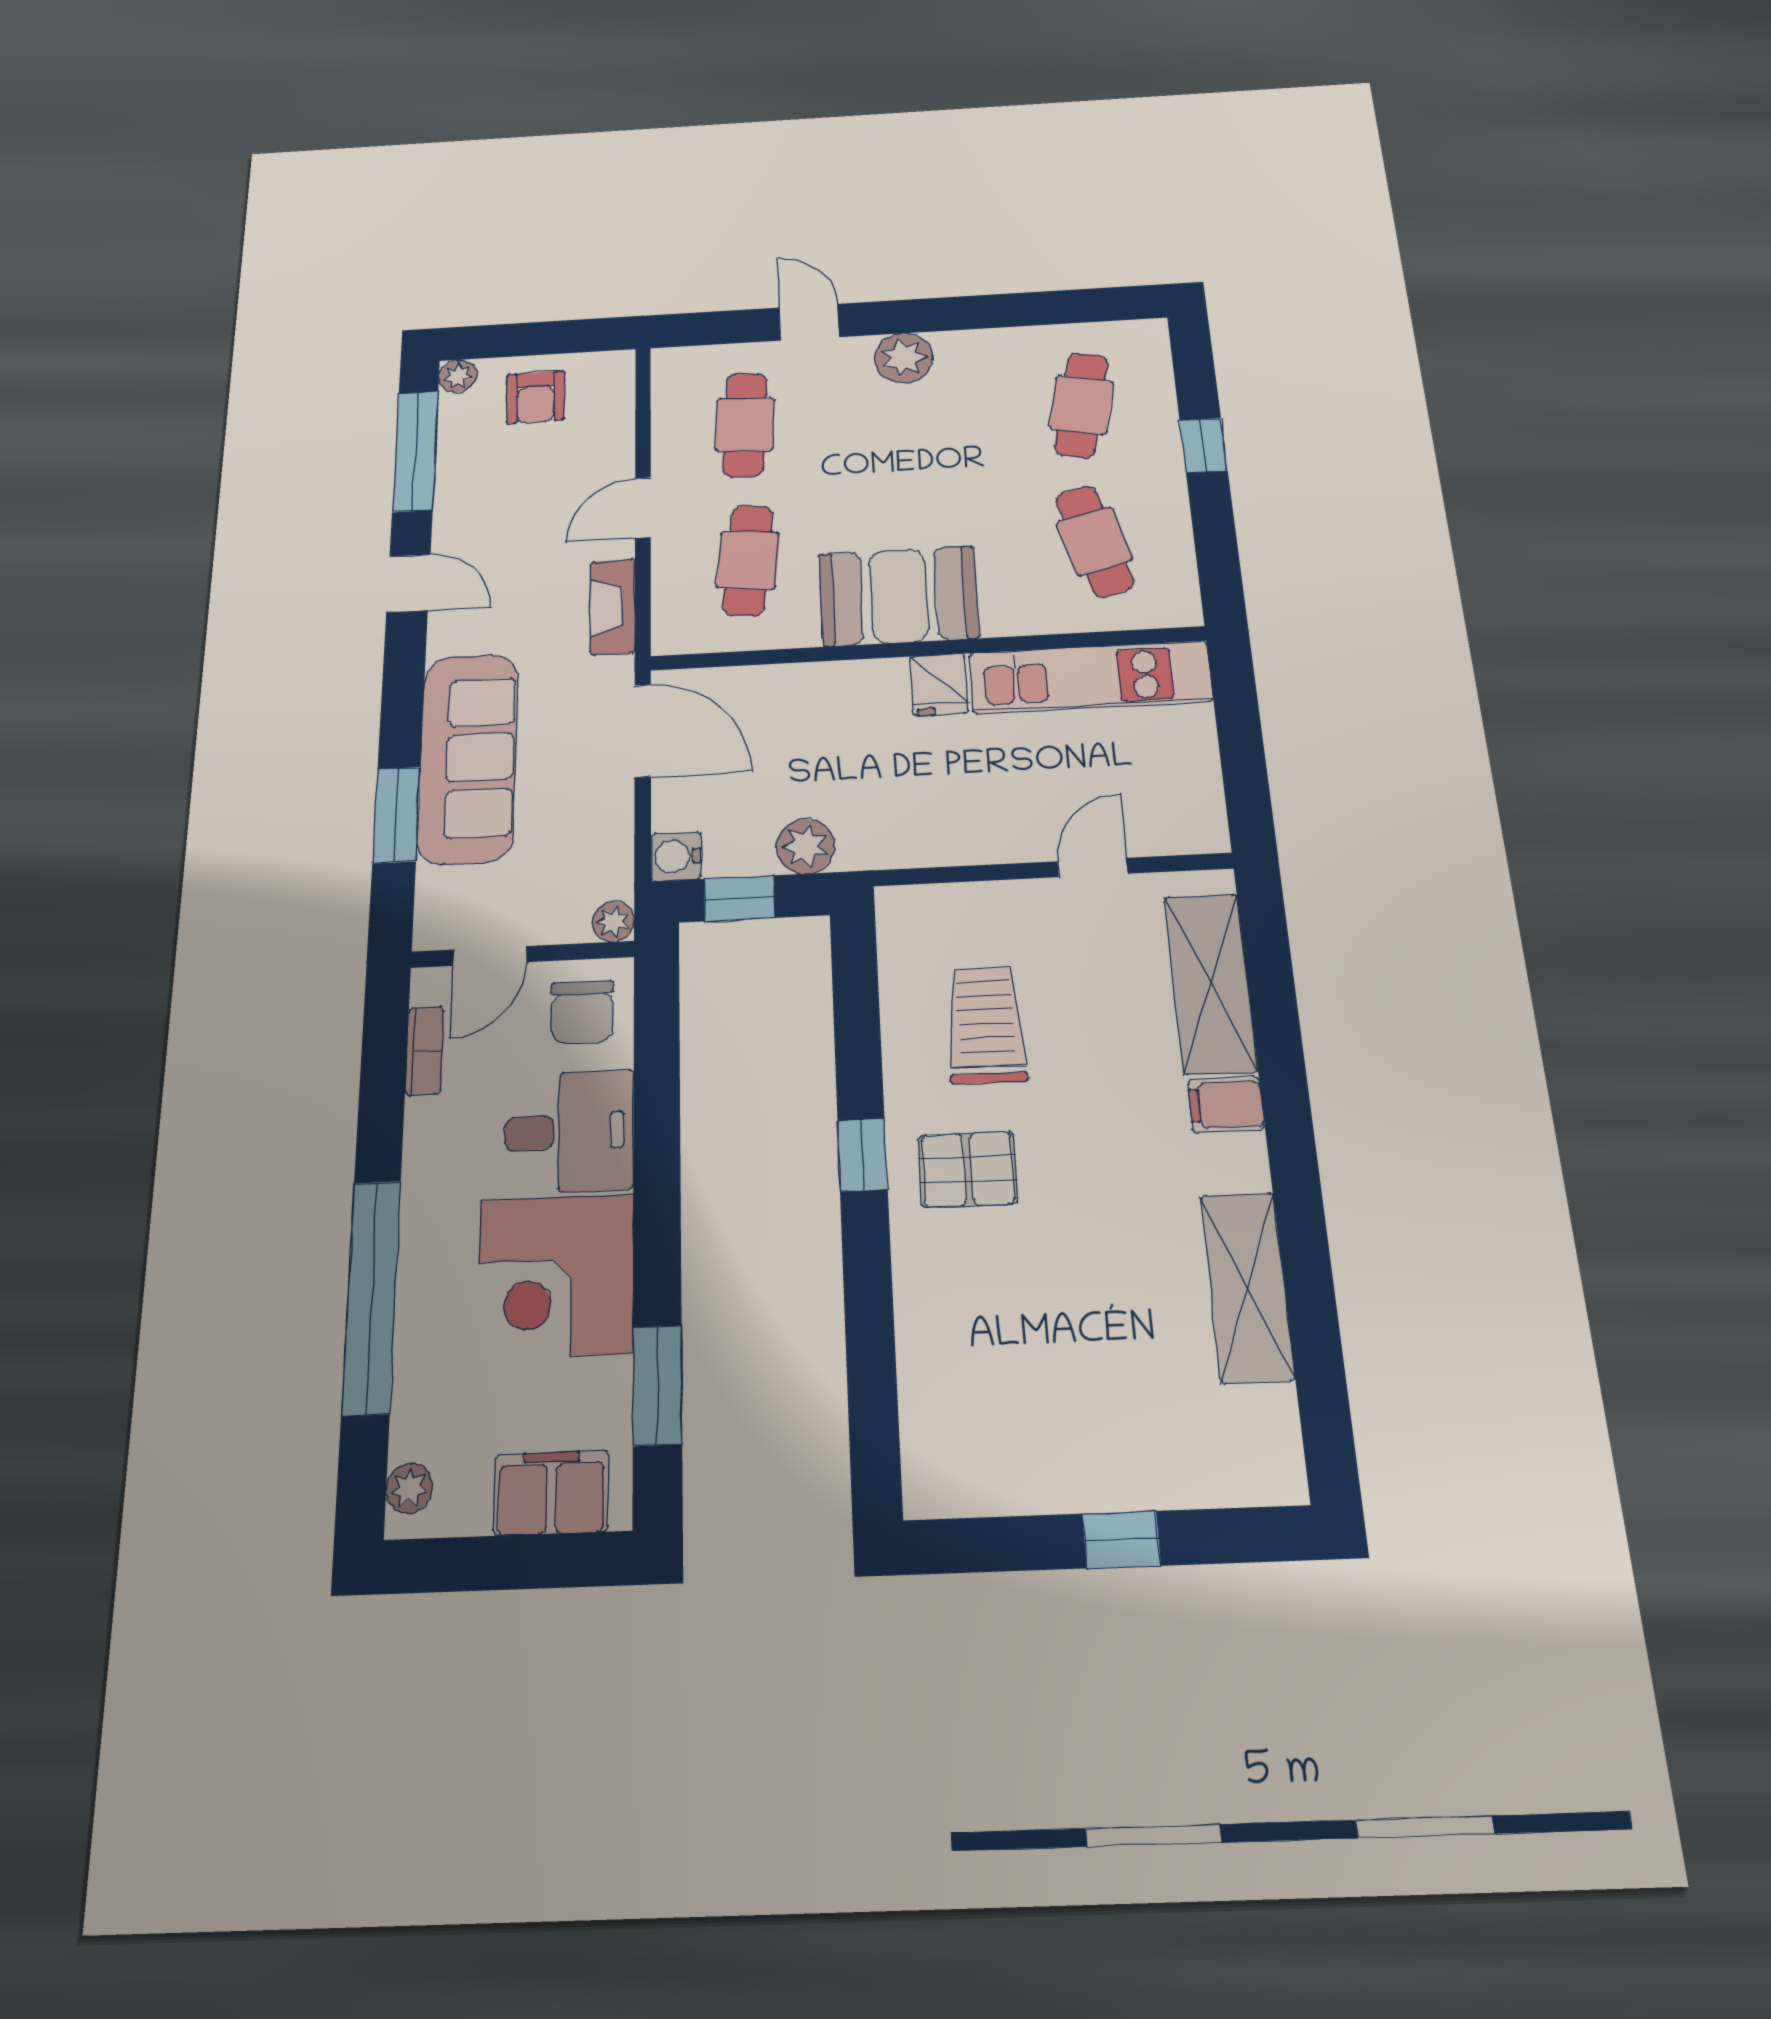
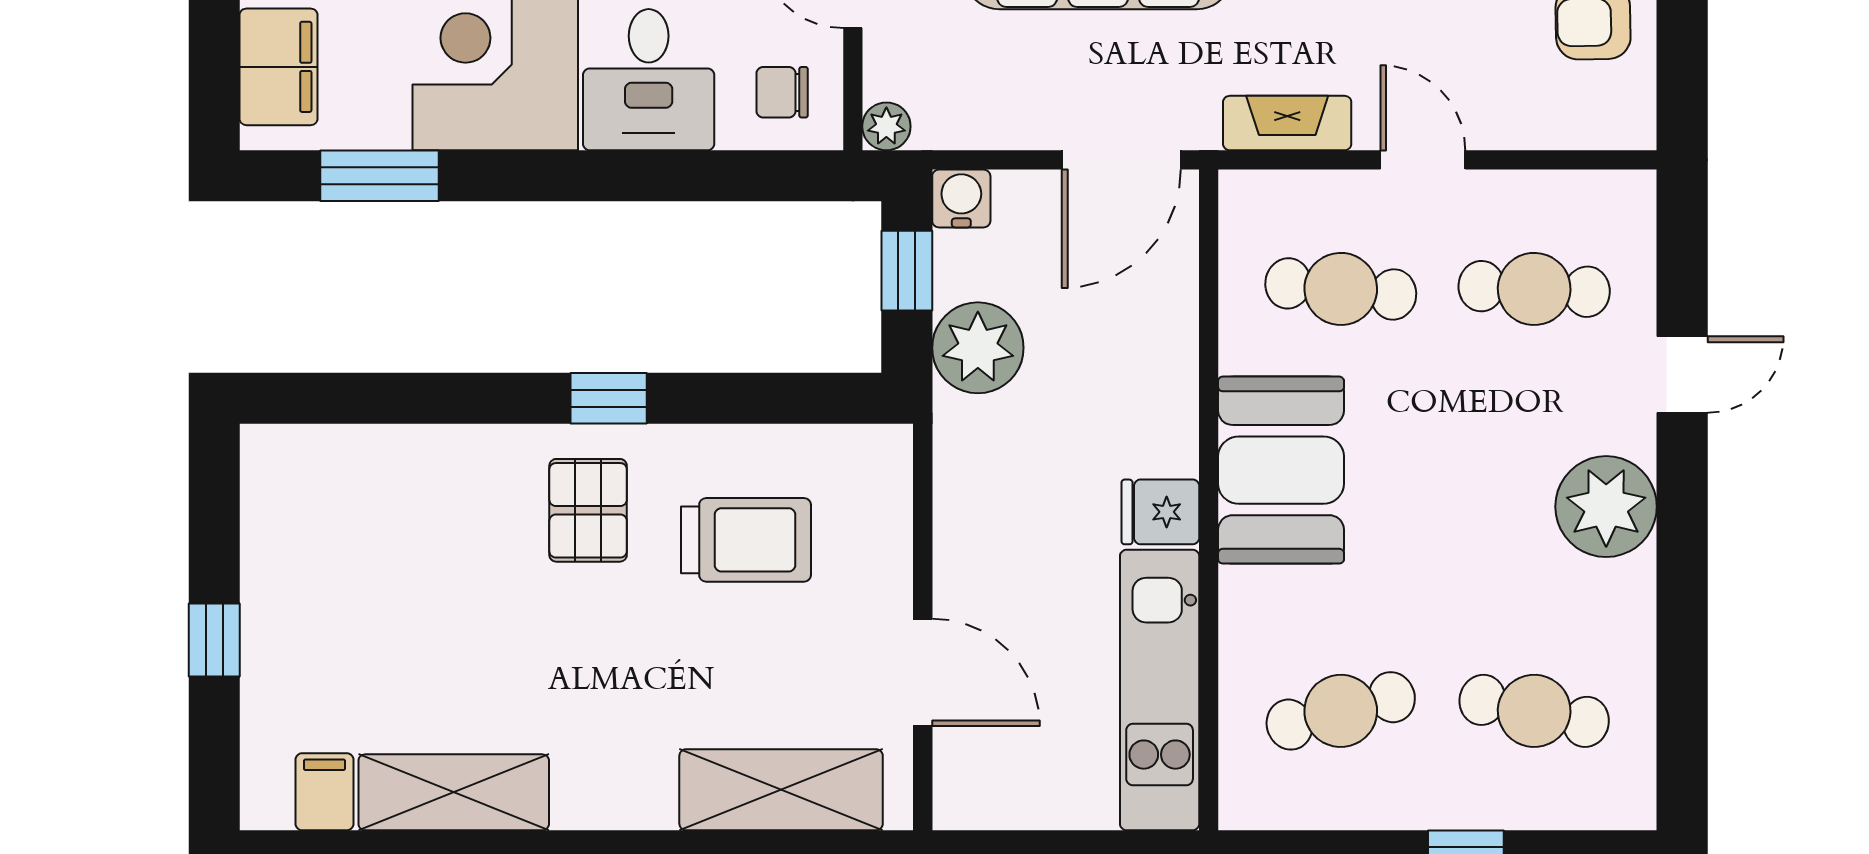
plant: (904, 358) -> (1606, 507), width x1.36, depth x1.36
plant: (806, 846) -> (978, 348), width x1.36, depth x1.36
door: (1093, 867) -> (923, 672), width x1.38
chair: (582, 1012) -> (782, 92), width x0.73, depth x0.73
filing cabinet: (1226, 1105) -> (324, 792), moved

